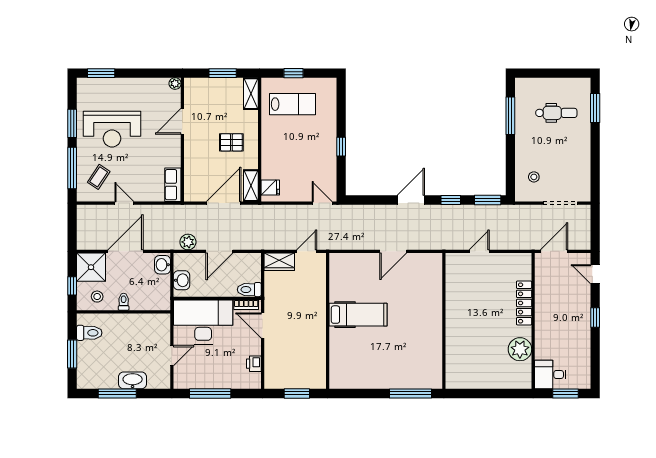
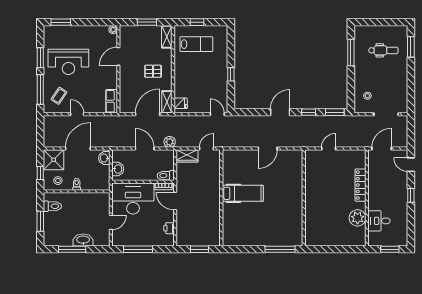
plant: (188, 242) -> (170, 142), moved
door: (219, 251) -> (145, 149), swing flipped
desk: (550, 374) -> (379, 221), moved

